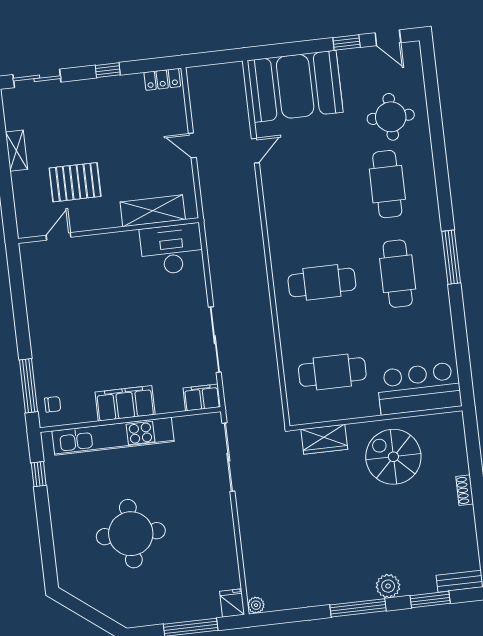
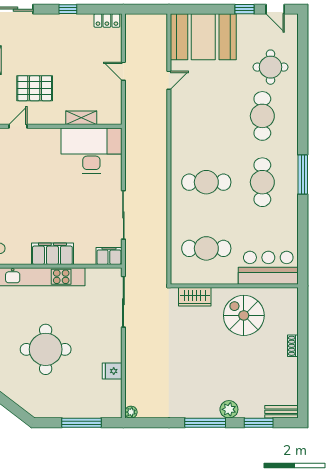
shelving: (153, 211) -> (81, 118), width x0.67, depth x0.75
desk: (172, 249) -> (91, 151), width x1.36, depth x1.30
fridge: (232, 603) -> (112, 371), moved, turned -90

